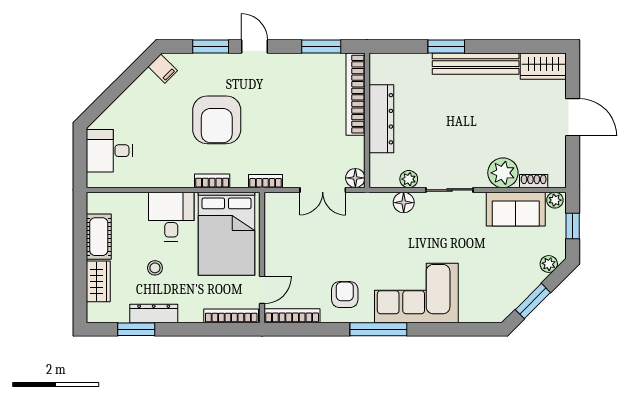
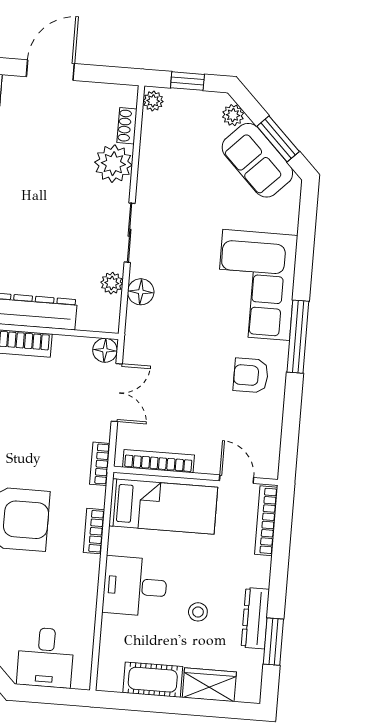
sofa: (516, 209) -> (257, 160), moved, turned 135
bed: (226, 234) -> (163, 507), width x0.67
bookcase: (292, 316) -> (158, 461), moved, turned 90

